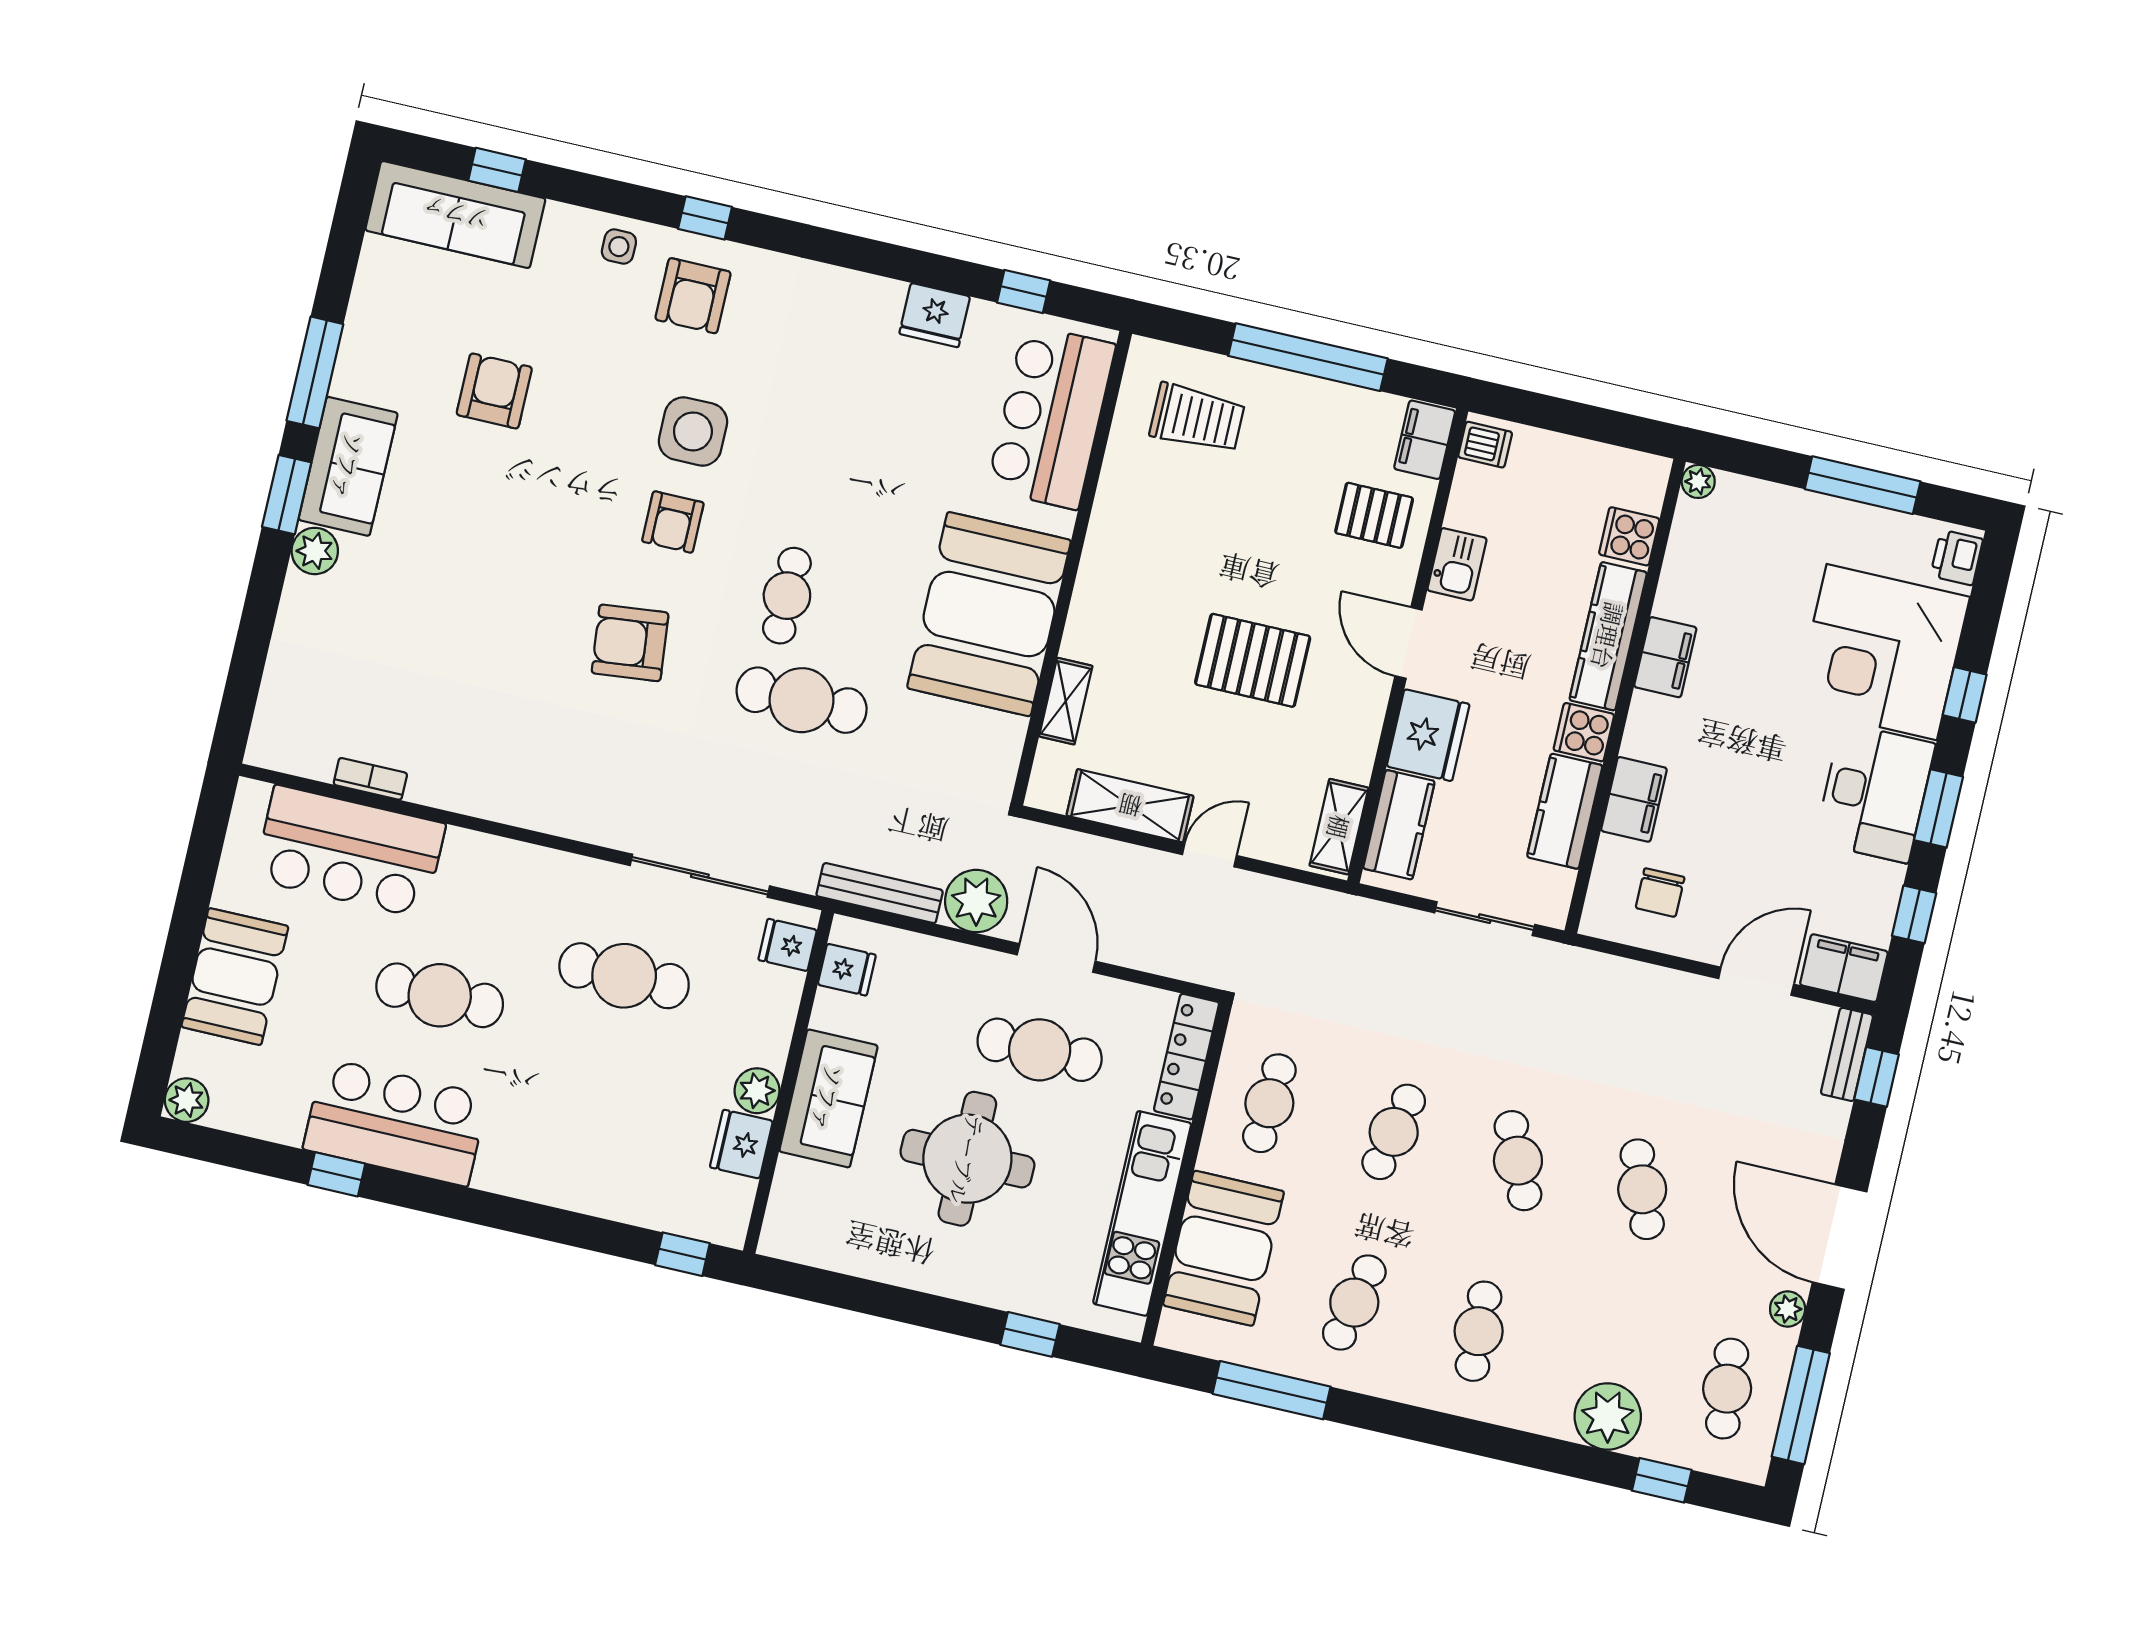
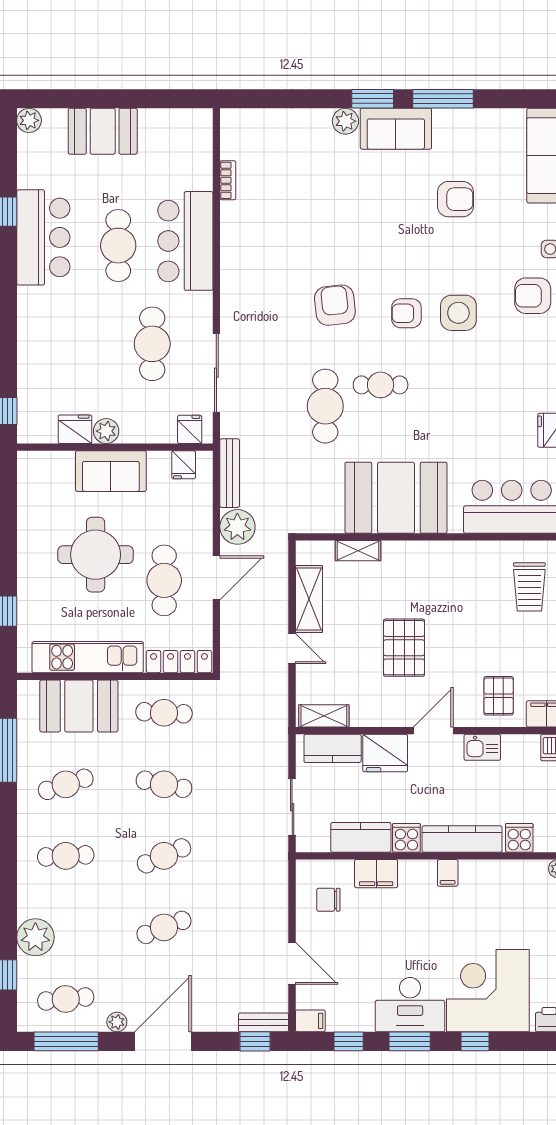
filing cabinet: (1665, 657) -> (448, 873), width x0.50
bar counter: (350, 852) -> (185, 241), moved
filing cabinet: (1844, 968) -> (310, 1021), width x0.50
cafe table: (1354, 1303) -> (66, 784), turned -30

